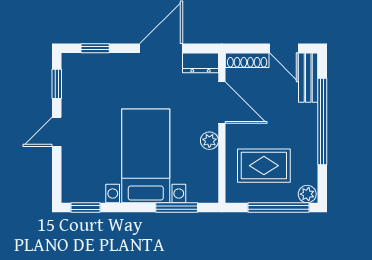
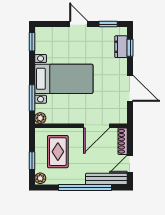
dresser: (201, 63) -> (121, 47), moved
bench: (308, 78) -> (106, 179), width x1.36
plant: (209, 141) -> (40, 118), moved
window: (279, 208) -> (32, 161), width x0.46

